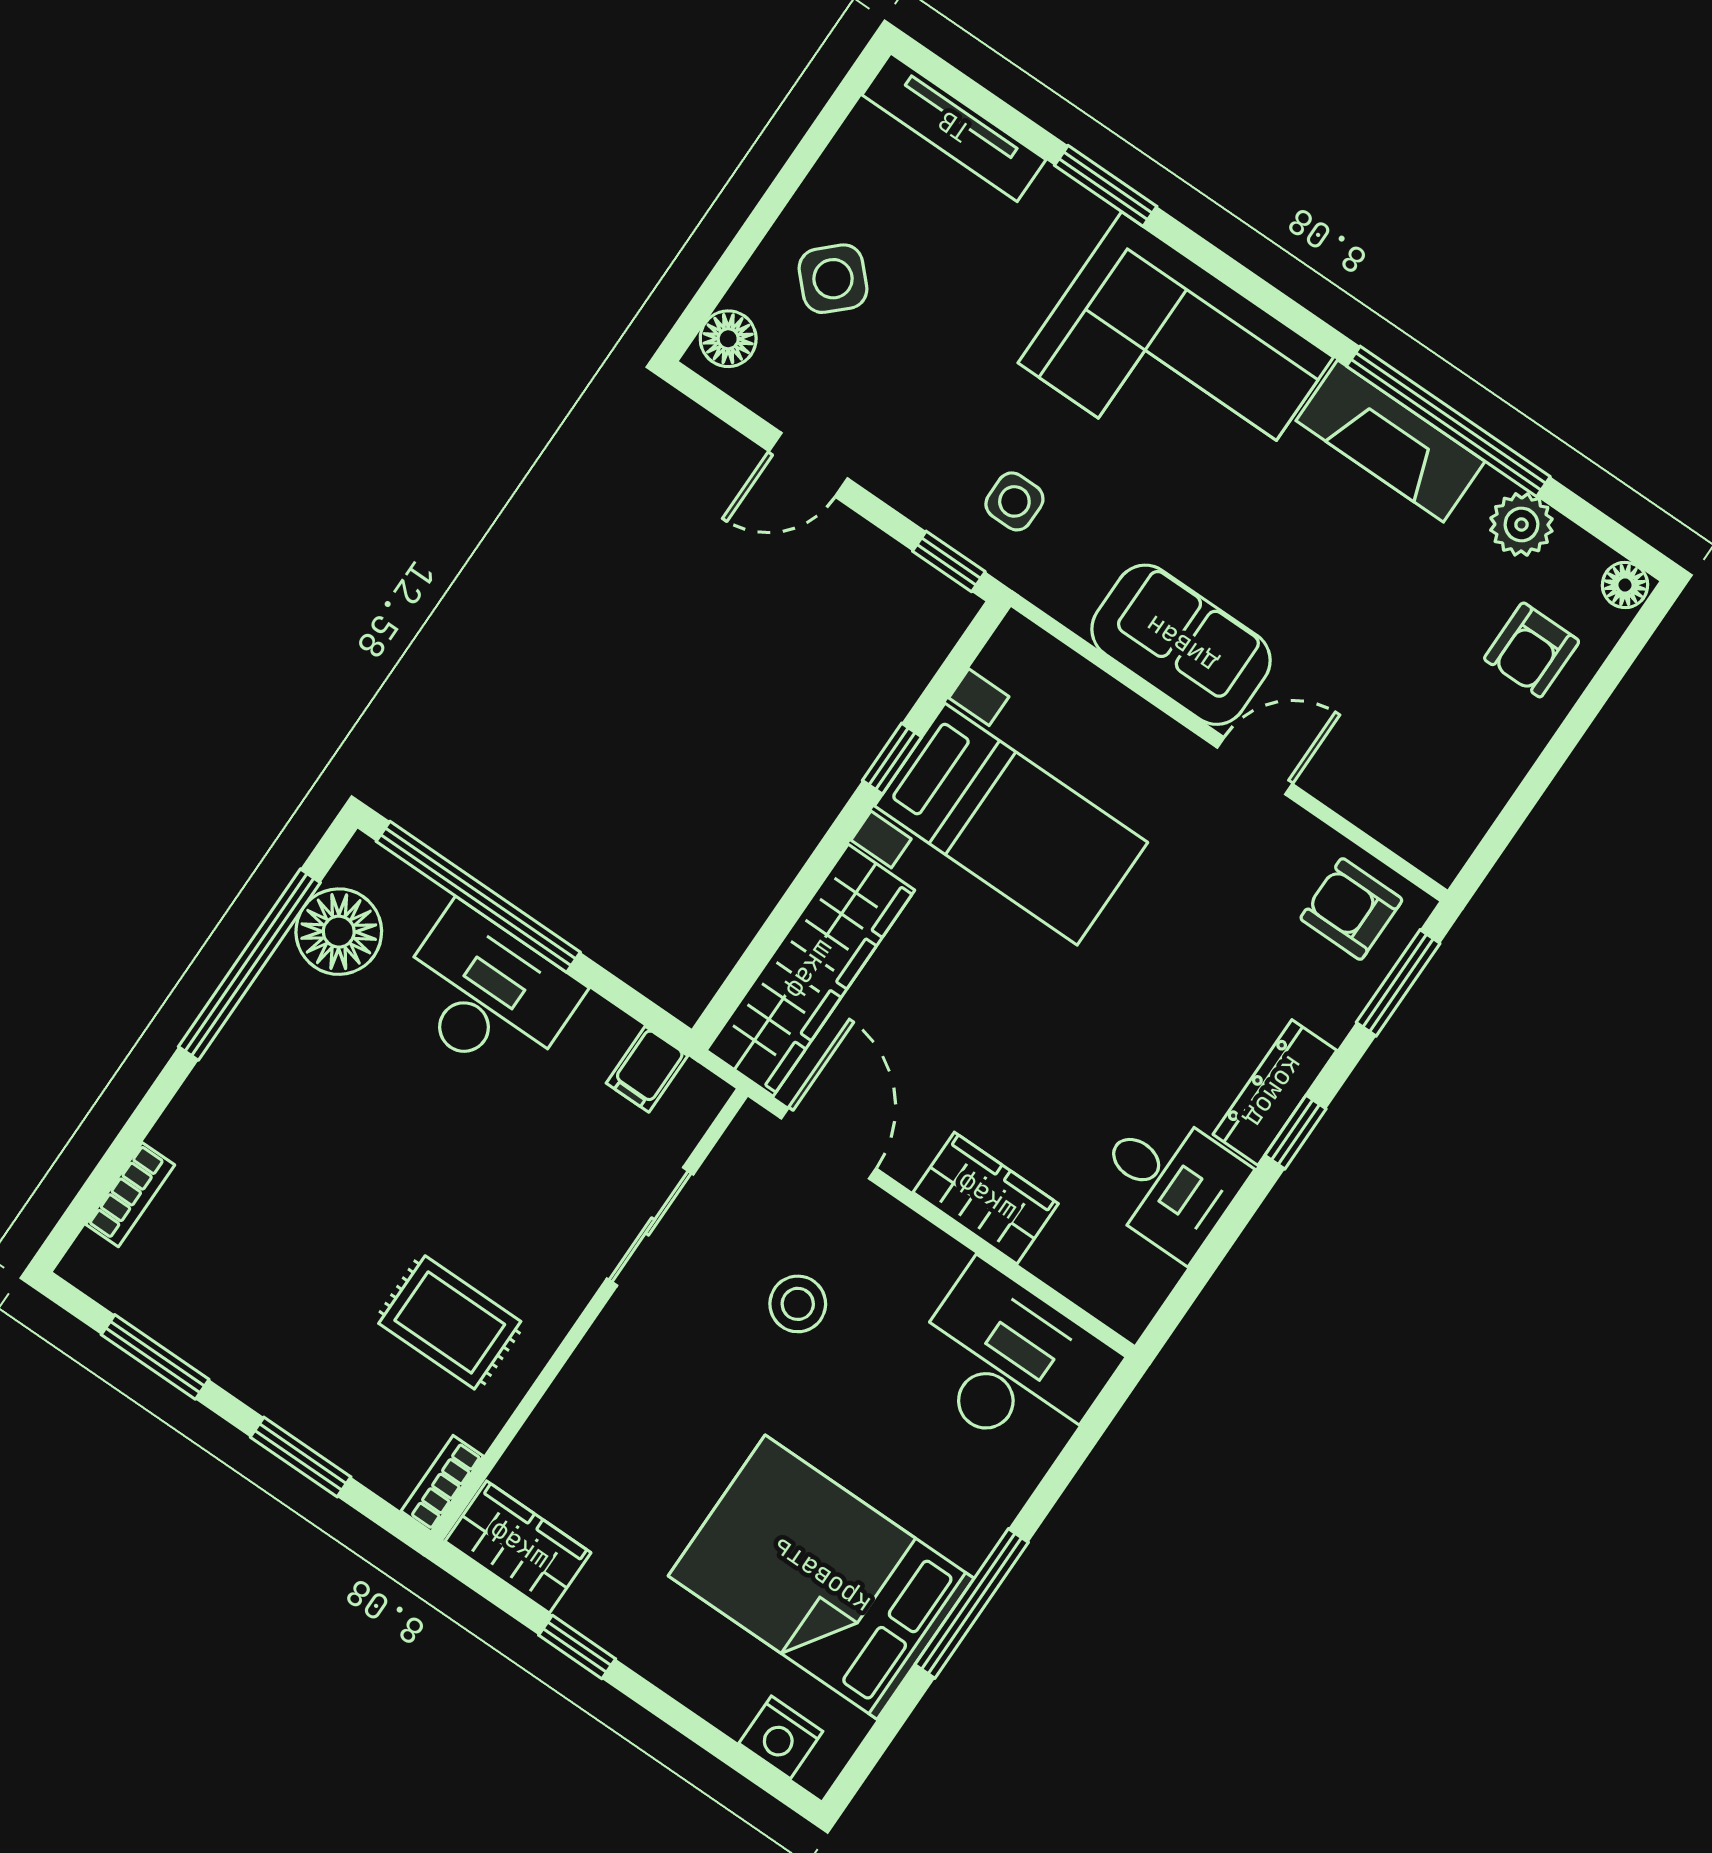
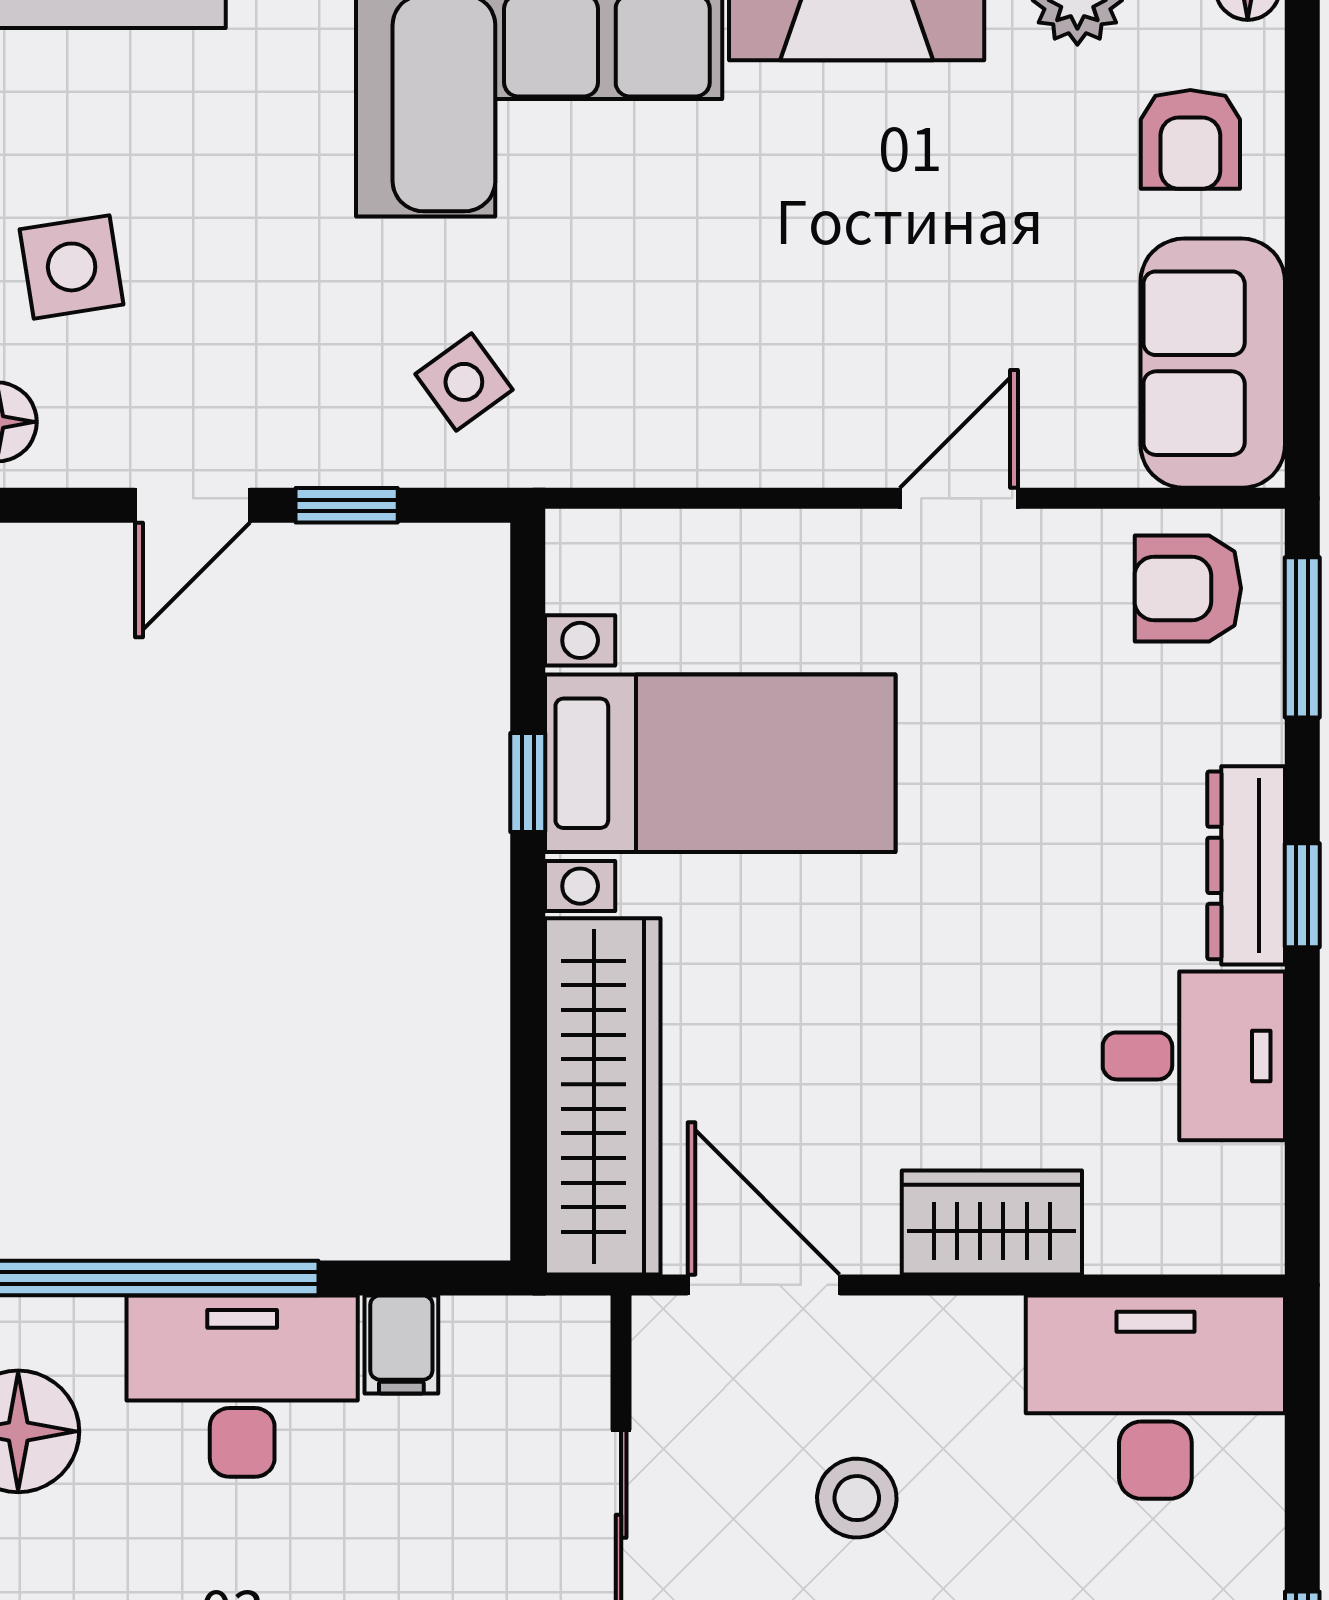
side table: (833, 279) -> (72, 267), turned 35
side table: (1014, 501) -> (464, 382), turned -36
window: (949, 561) -> (347, 505), moved
sofa: (1181, 645) -> (1213, 363), moved, turned -90
filing cabinet: (647, 1069) -> (401, 1344), moved

